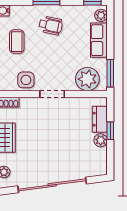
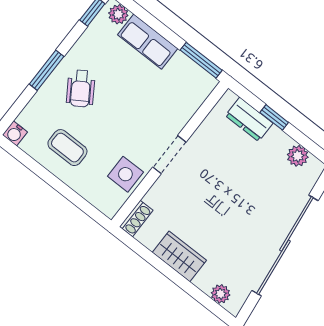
wheelchair: (51, 25) -> (81, 89), turned 135
plant: (87, 79) -> (186, 95), removed
plant: (101, 140) -> (298, 156), moved

